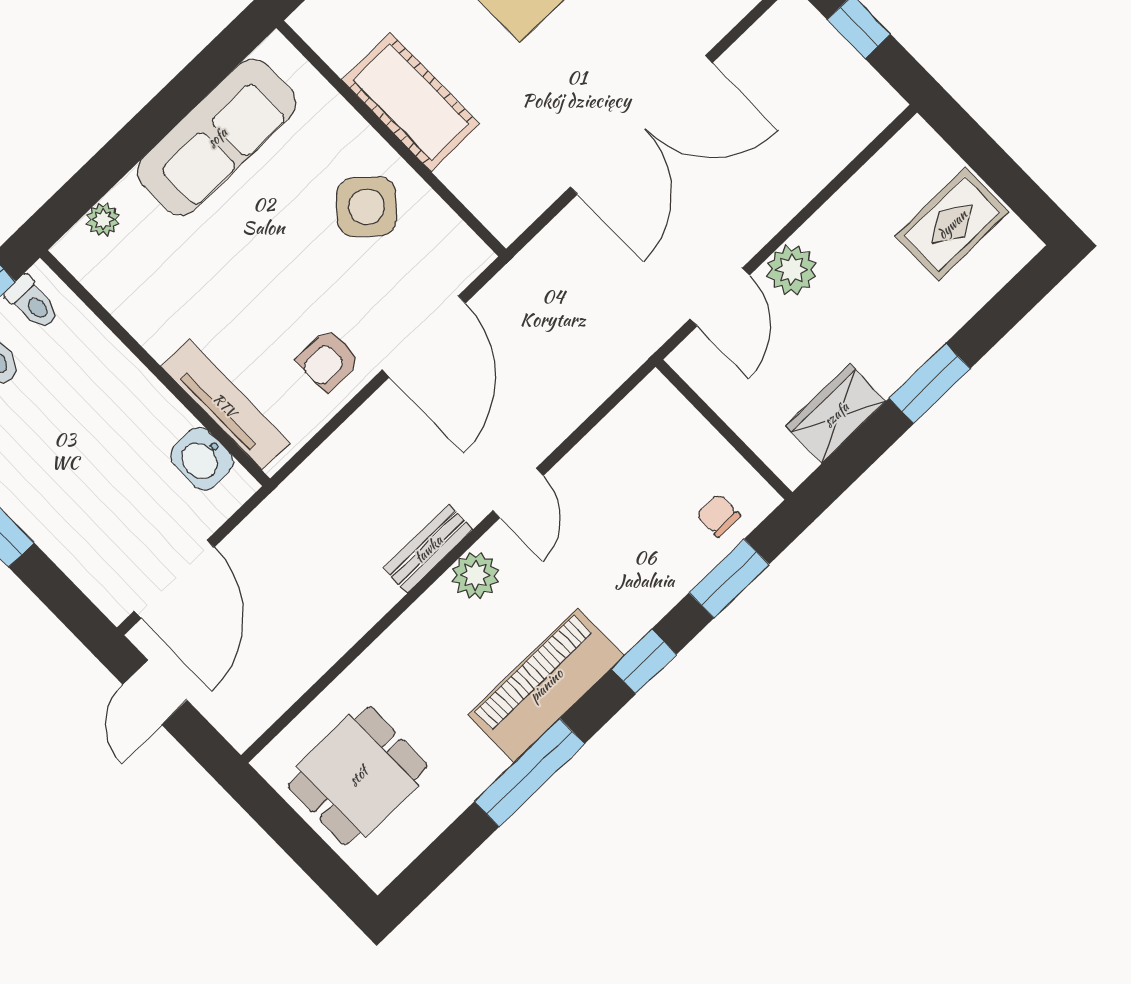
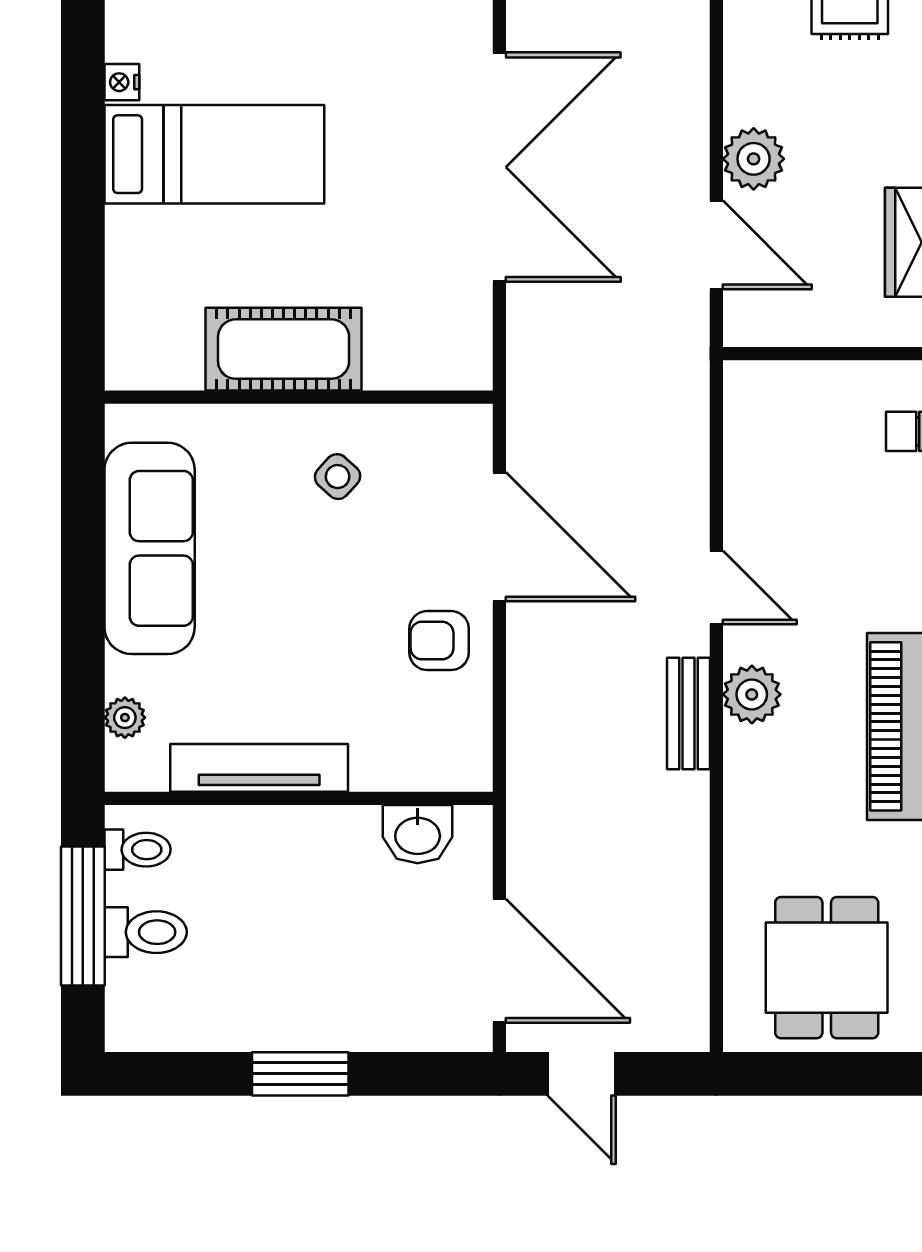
side table: (367, 207) -> (338, 477), width x0.54, depth x0.54
armchair: (328, 360) -> (439, 641), turned 90
tv unit: (225, 405) -> (259, 768), moved

